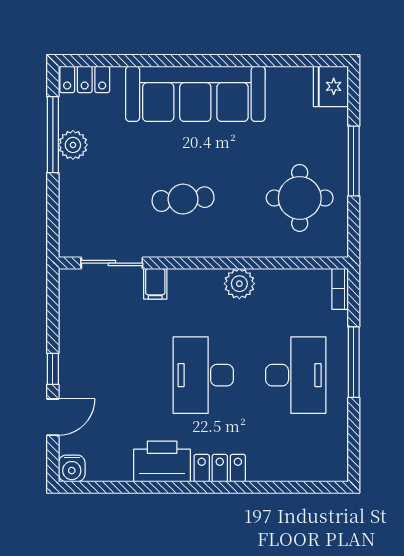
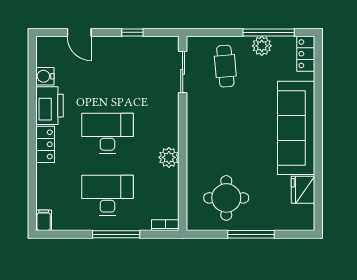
fridge: (331, 86) -> (303, 190), moved, turned -90
cafe table: (183, 199) -> (225, 66), moved
filing cabinet: (155, 284) -> (44, 220), moved, turned 90
window: (53, 369) -> (132, 32), moved
desk: (296, 375) -> (107, 195), turned 180
water cooler: (72, 468) -> (45, 76), moved

